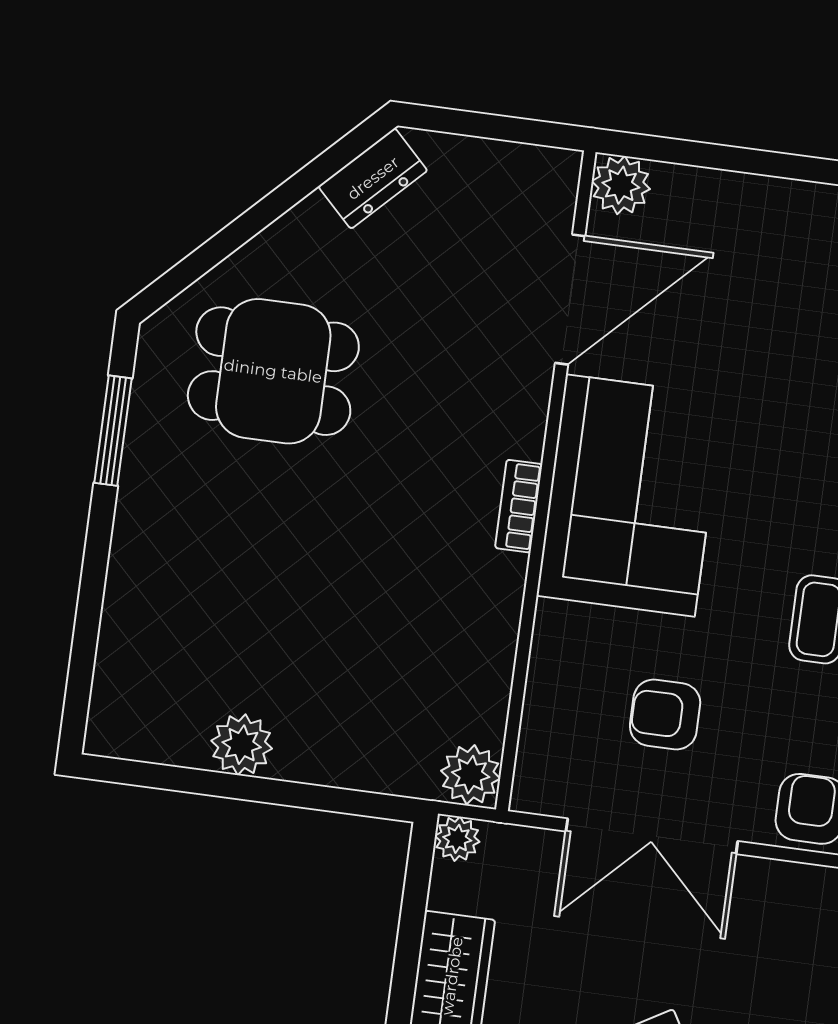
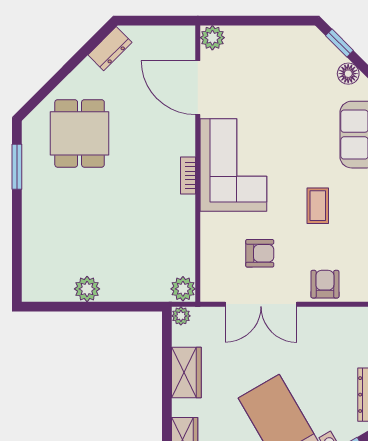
door: (570, 300) -> (198, 88), swing flipped
dining table: (273, 371) -> (80, 133), turned 90
armchair: (665, 714) -> (260, 253), turned 180

